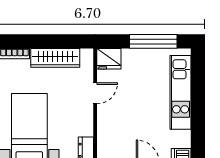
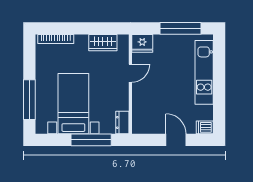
wardrobe: (55, 58) -> (103, 43), width x0.67

